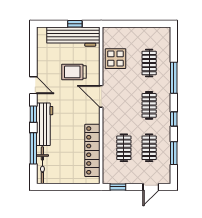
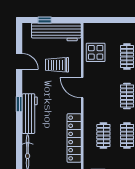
window: (75, 24) -> (45, 20), moved
door: (33, 85) -> (19, 61), moved
window: (33, 148) -> (19, 136), removed

